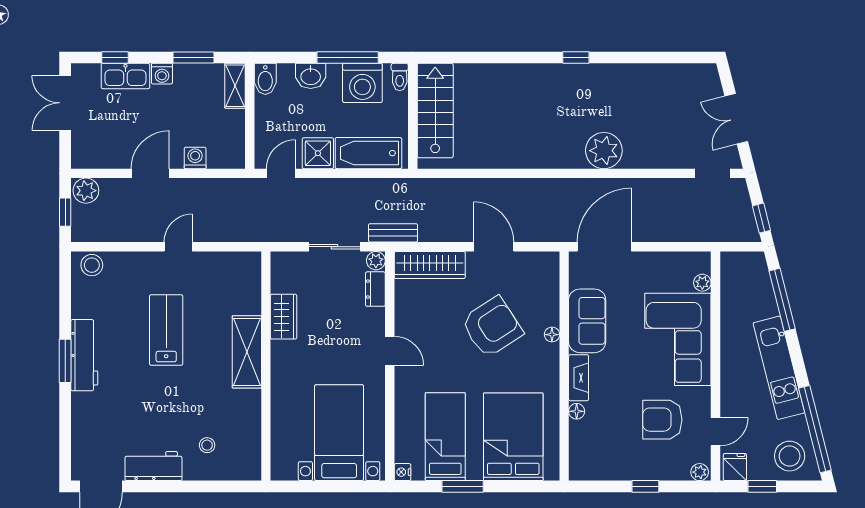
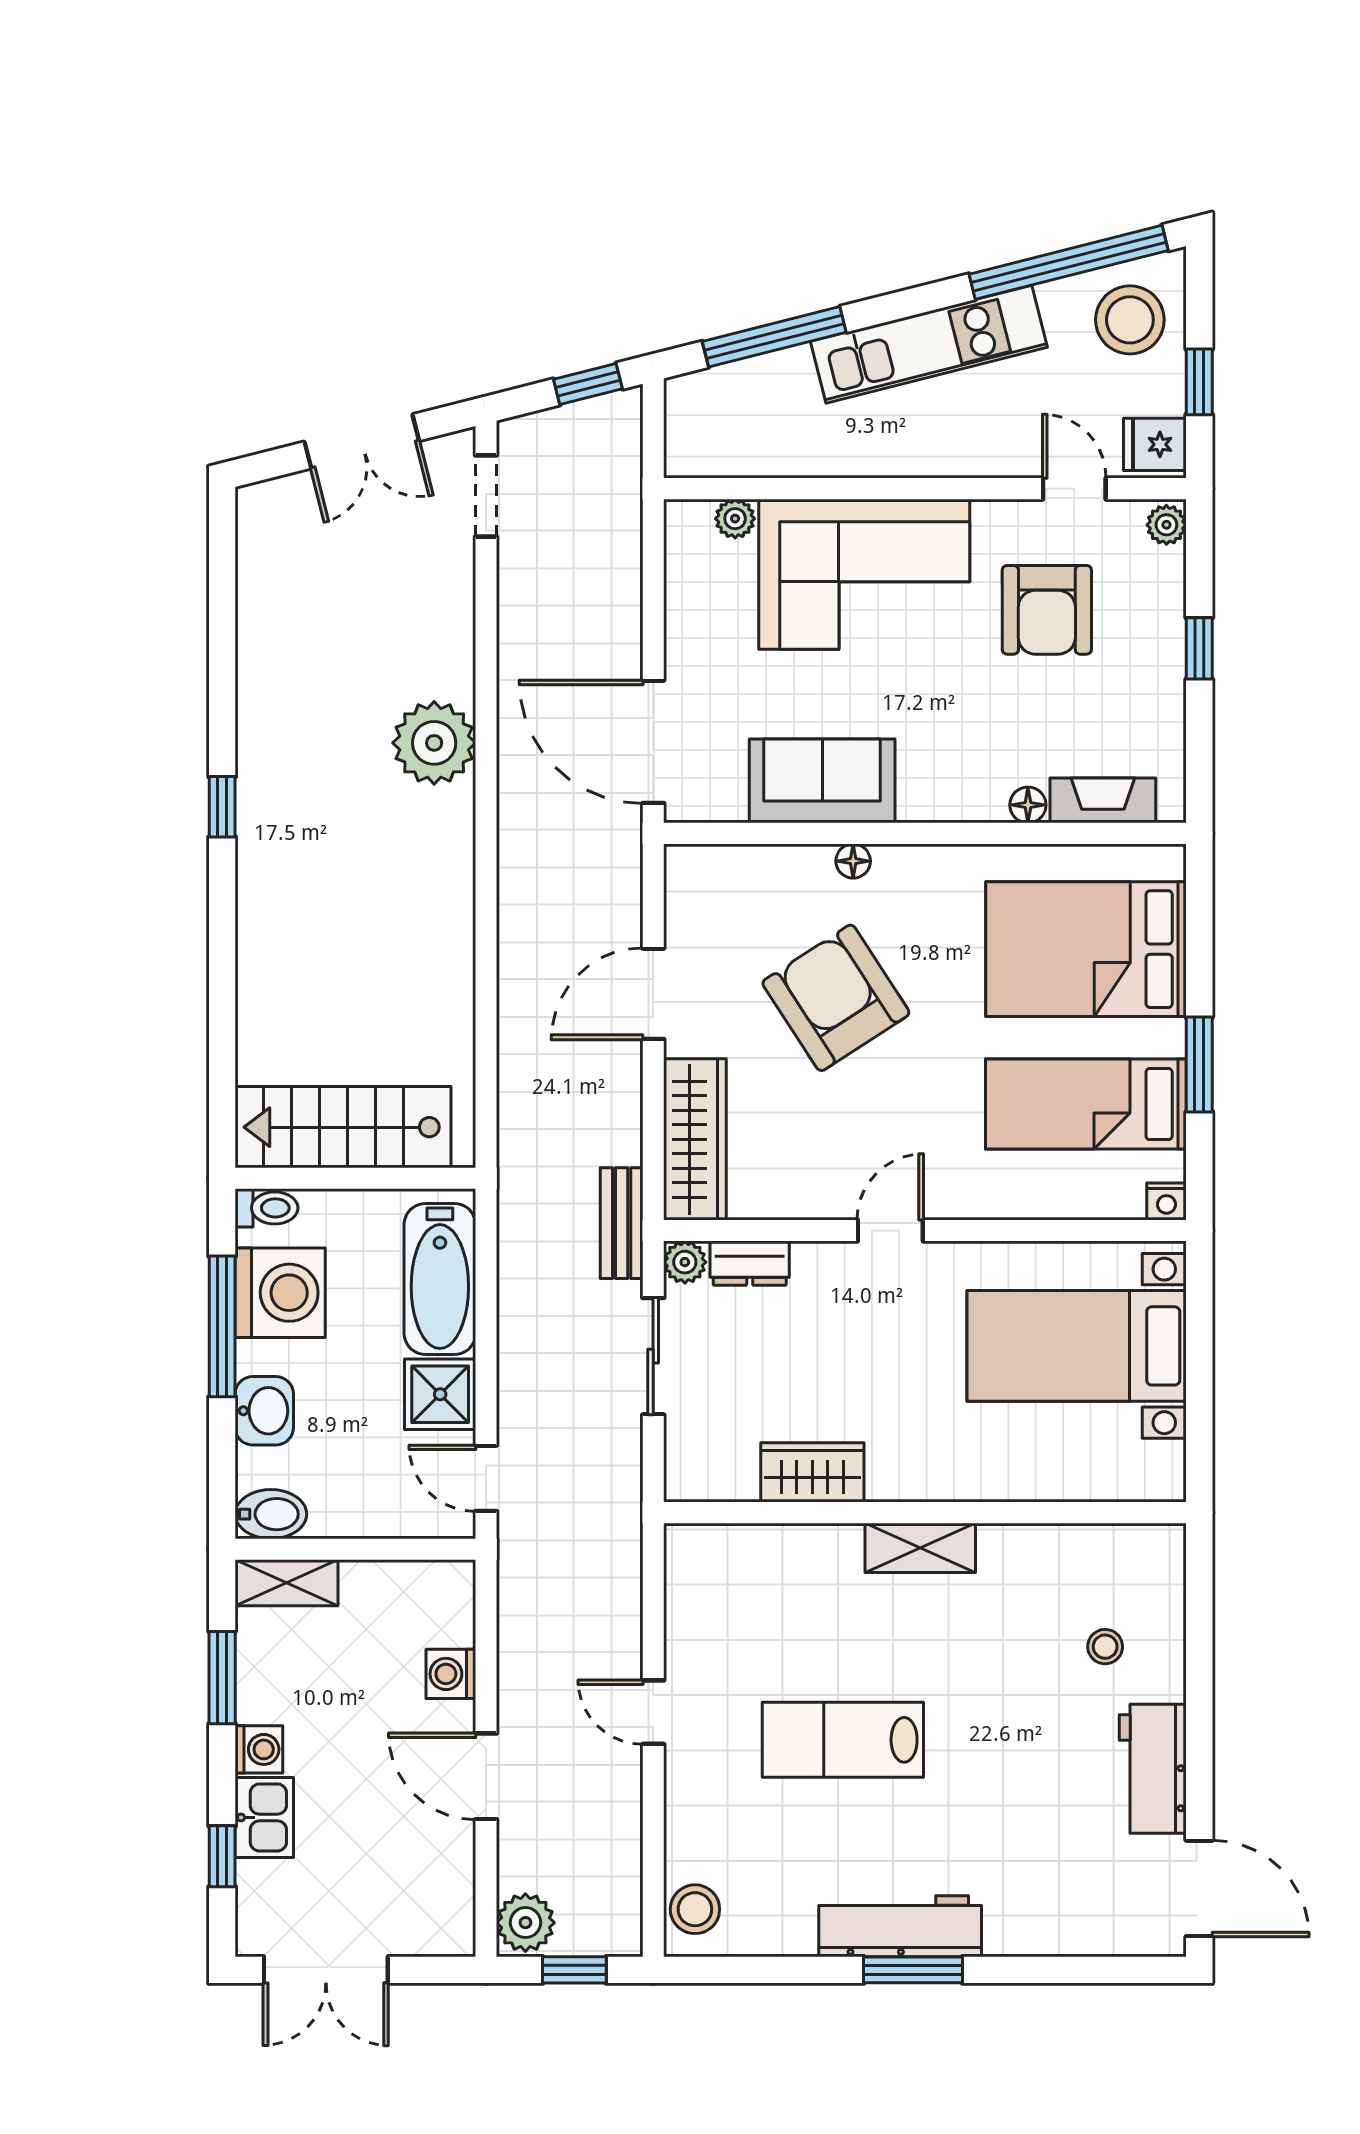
kitchen sink: (125, 76) -> (264, 1817), width x0.73
shelving: (247, 352) -> (920, 1548), width x0.67, depth x0.75
fireplace: (579, 378) -> (1103, 800), moved

